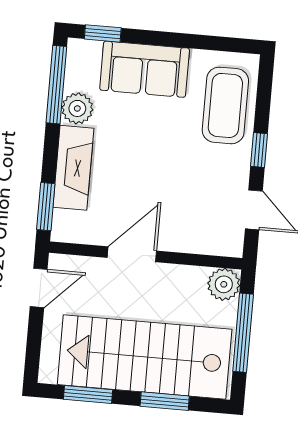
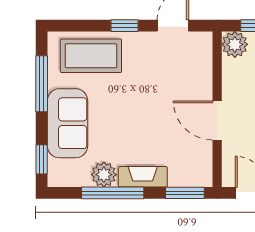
window: (196, 42) -> (42, 84), added
window: (56, 85) -> (113, 193), moved
fireplace: (73, 168) -> (143, 177), width x0.73, depth x0.76

